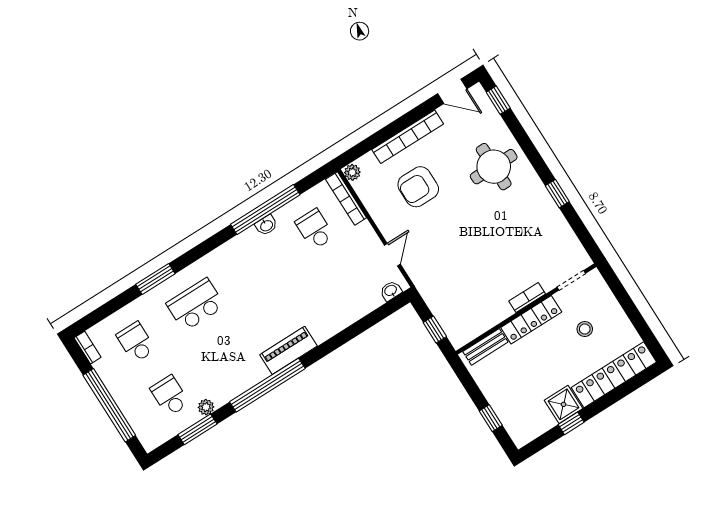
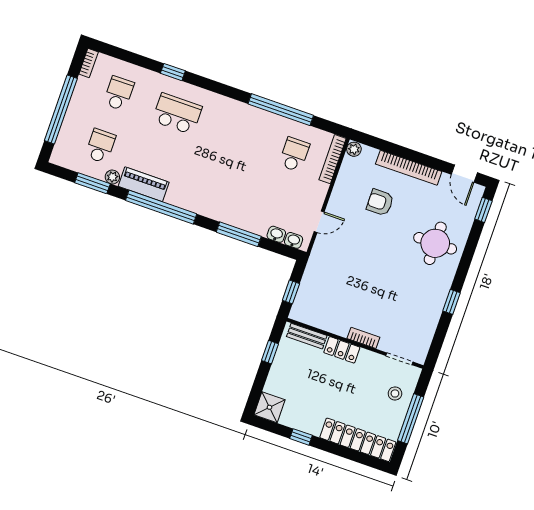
armchair: (418, 187) -> (380, 202), width x0.72, depth x0.72
washbasin: (266, 225) -> (276, 234), moved, turned 180
window: (155, 279) -> (173, 72), width x0.67
window: (633, 313) -> (411, 419), added
locker: (531, 320) -> (342, 350), width x0.66
stool: (585, 329) -> (395, 393), moved
window: (346, 335) -> (239, 234), added
piano: (289, 350) -> (144, 184), moved
shower: (563, 404) -> (269, 407), moved
window: (491, 418) -> (270, 352), moved

